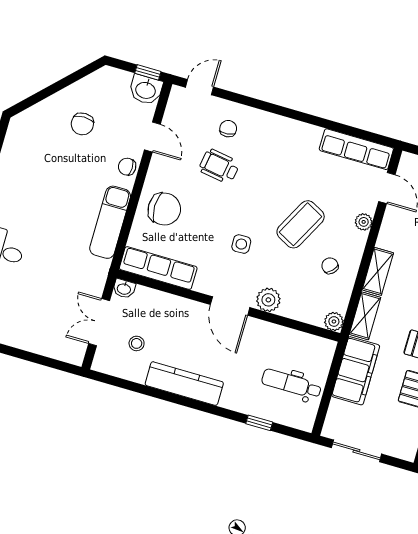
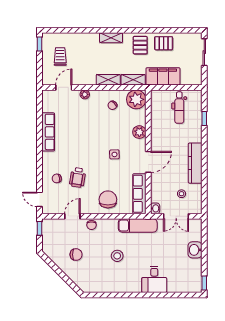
washbasin: (146, 90) -> (195, 250), moved, turned 180
row of seats: (356, 149) -> (48, 132), moved
stool: (59, 197) -> (117, 256), added
exam couch: (110, 222) -> (138, 225), moved
coffee table: (301, 224) -> (95, 127), removed
door: (230, 306) -> (148, 162), moved
plant: (334, 321) -> (136, 99), width x1.87, depth x1.87
sliding door: (356, 451) -> (204, 52), moved

